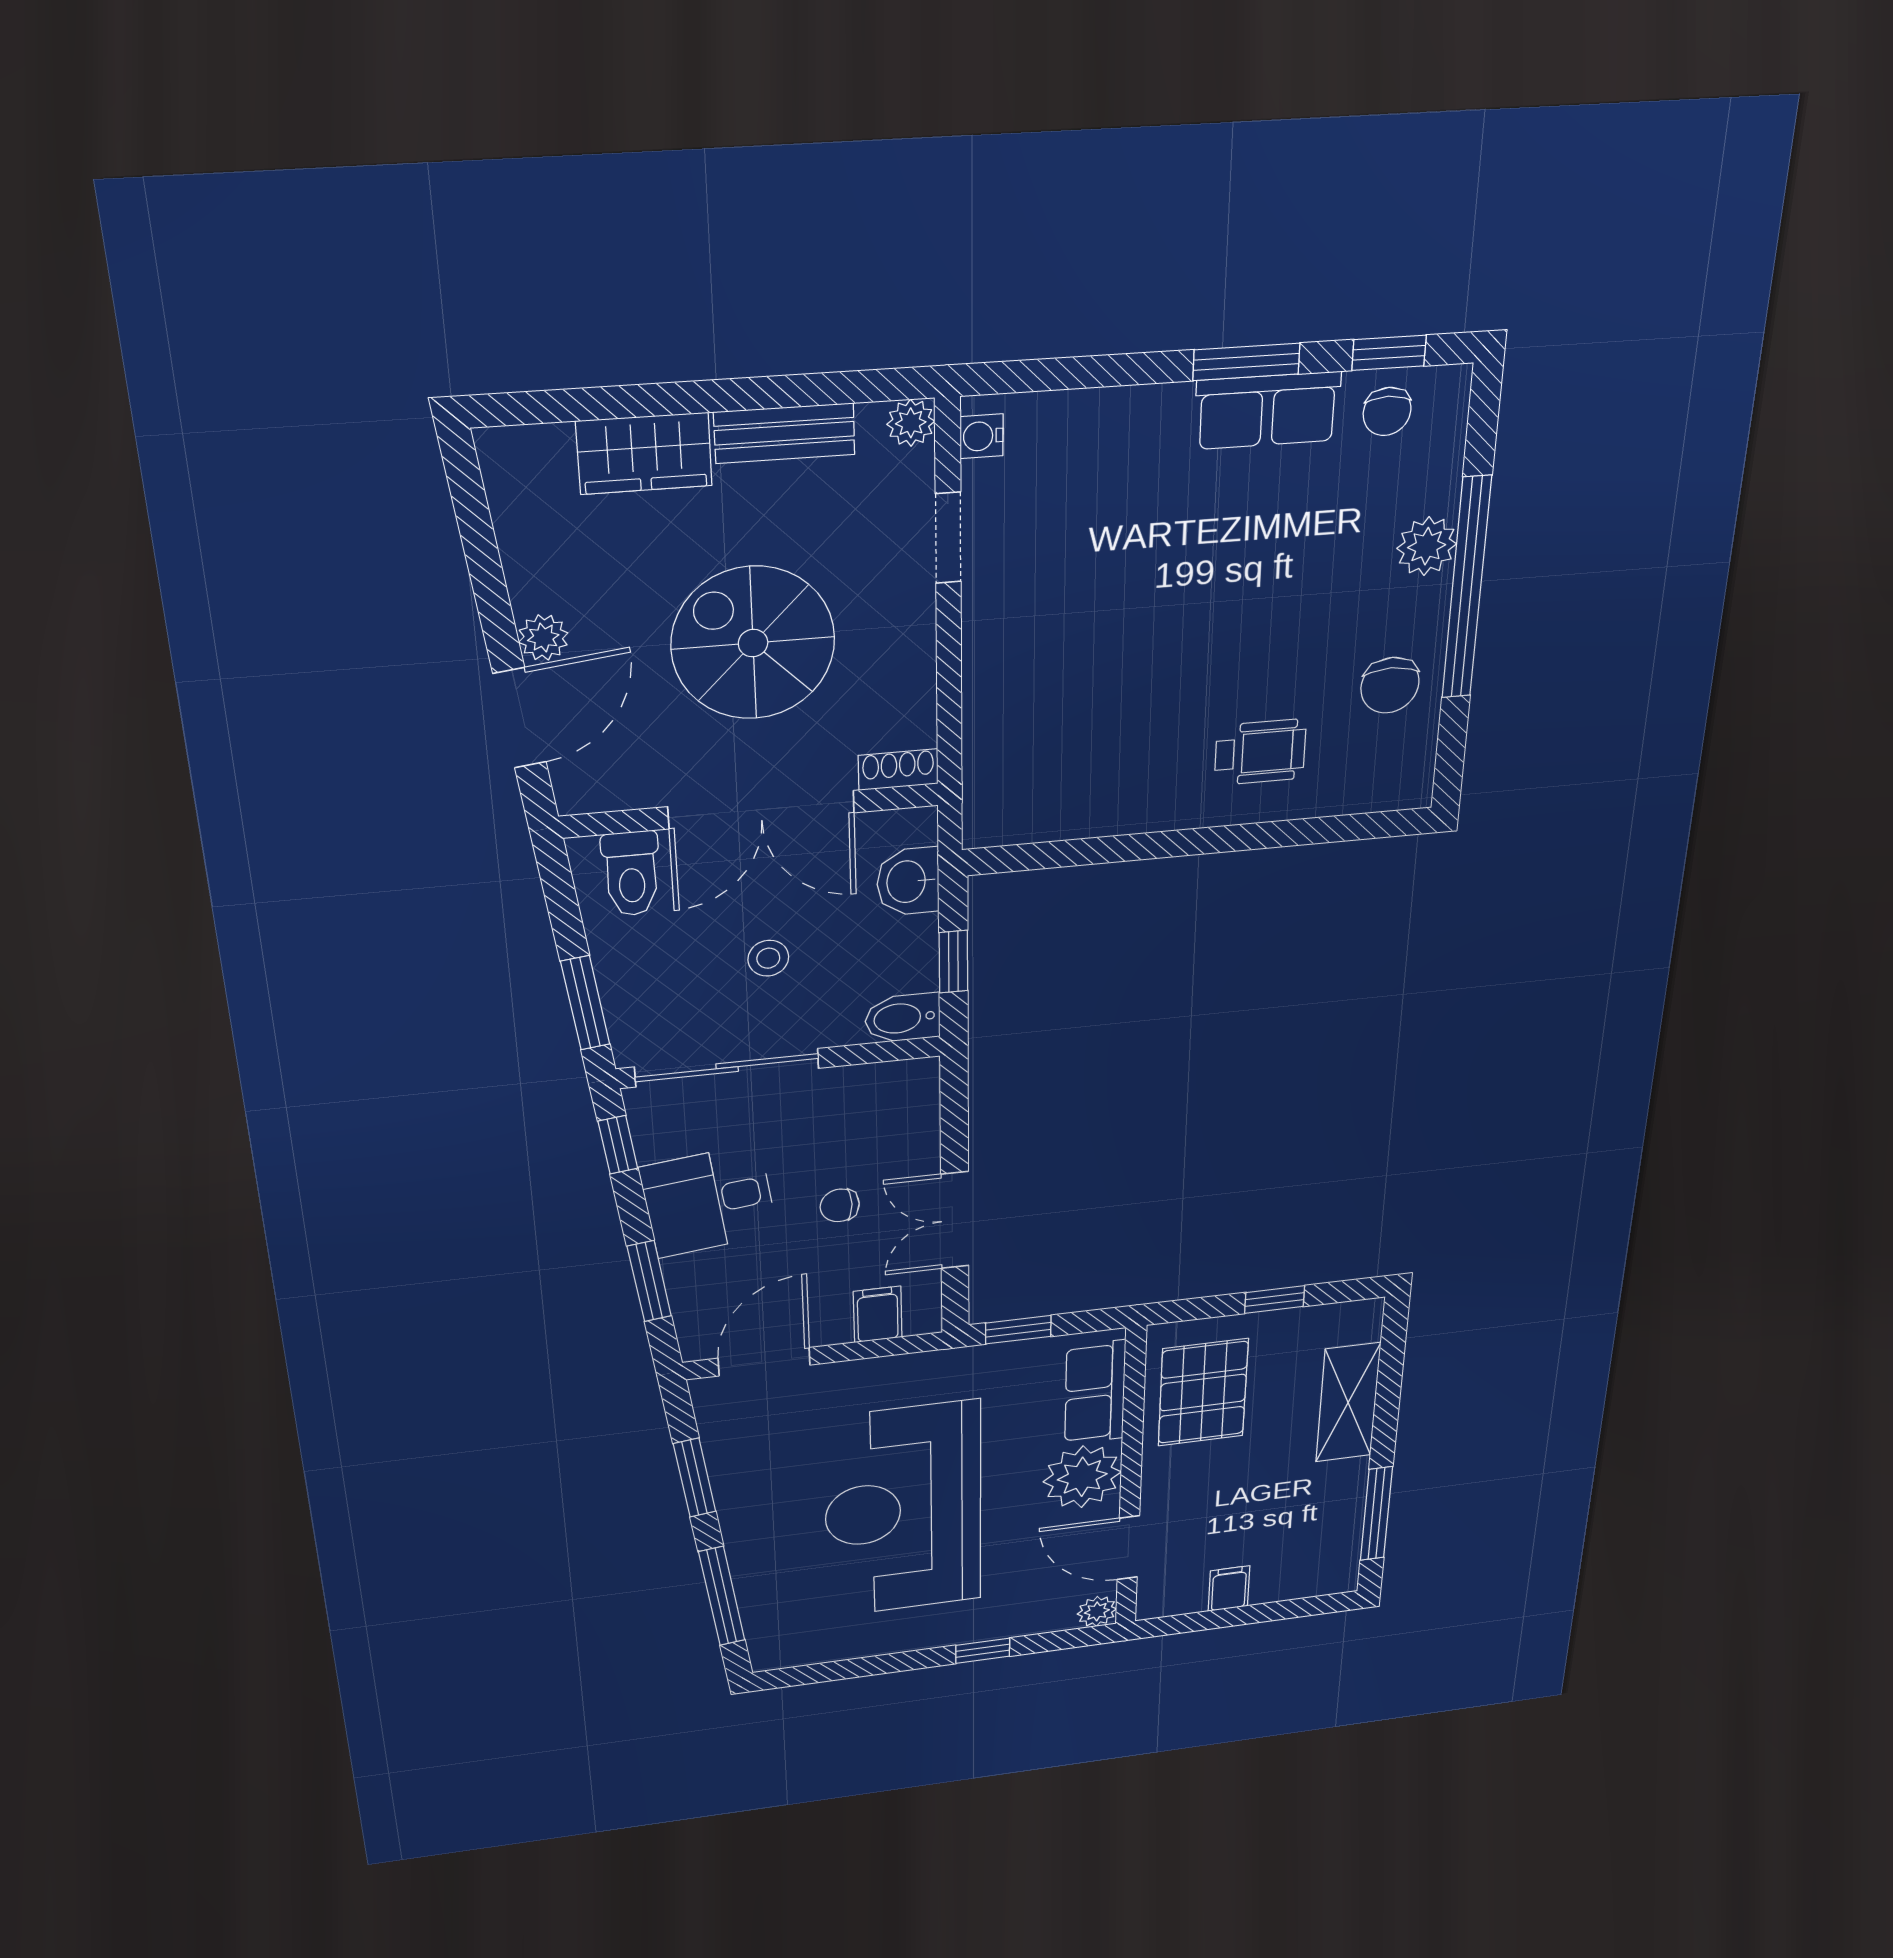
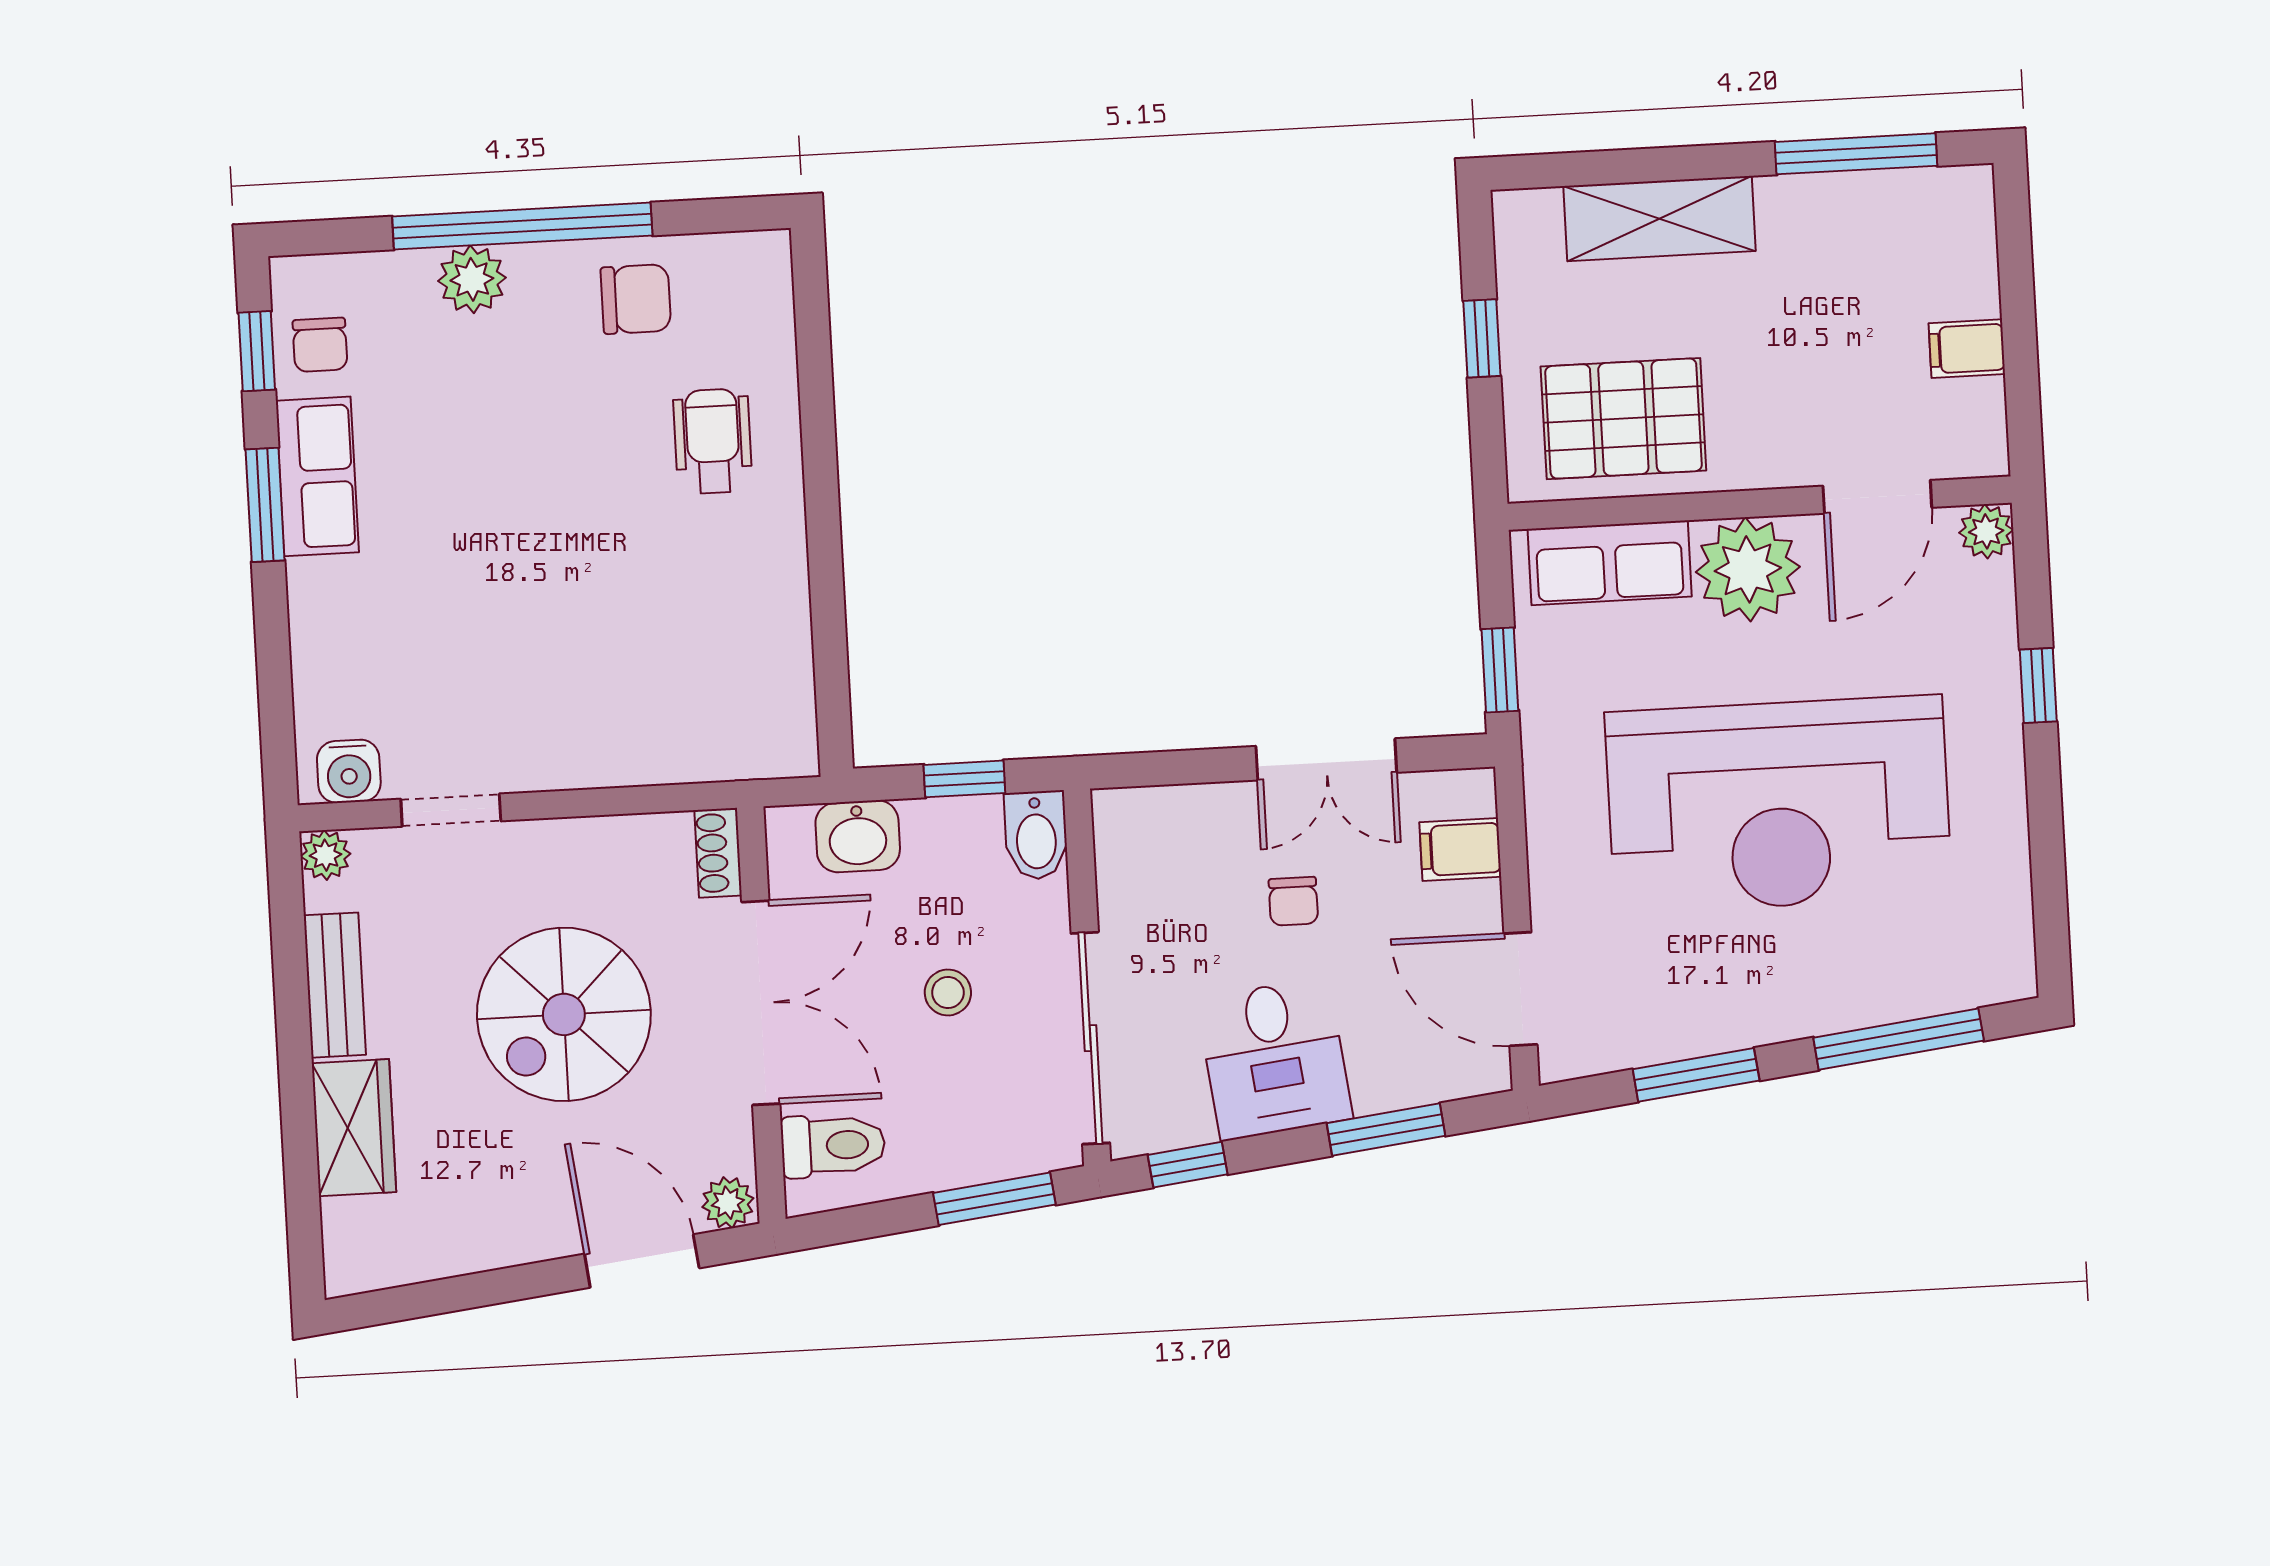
chair: (1387, 412) -> (320, 345), turned 90
water cooler: (982, 436) -> (349, 771), width x1.38, depth x1.38
plant: (543, 638) -> (728, 1203), moved

